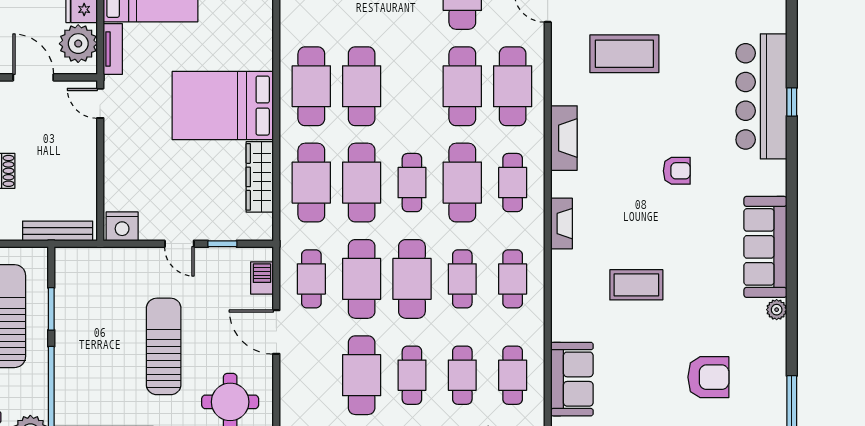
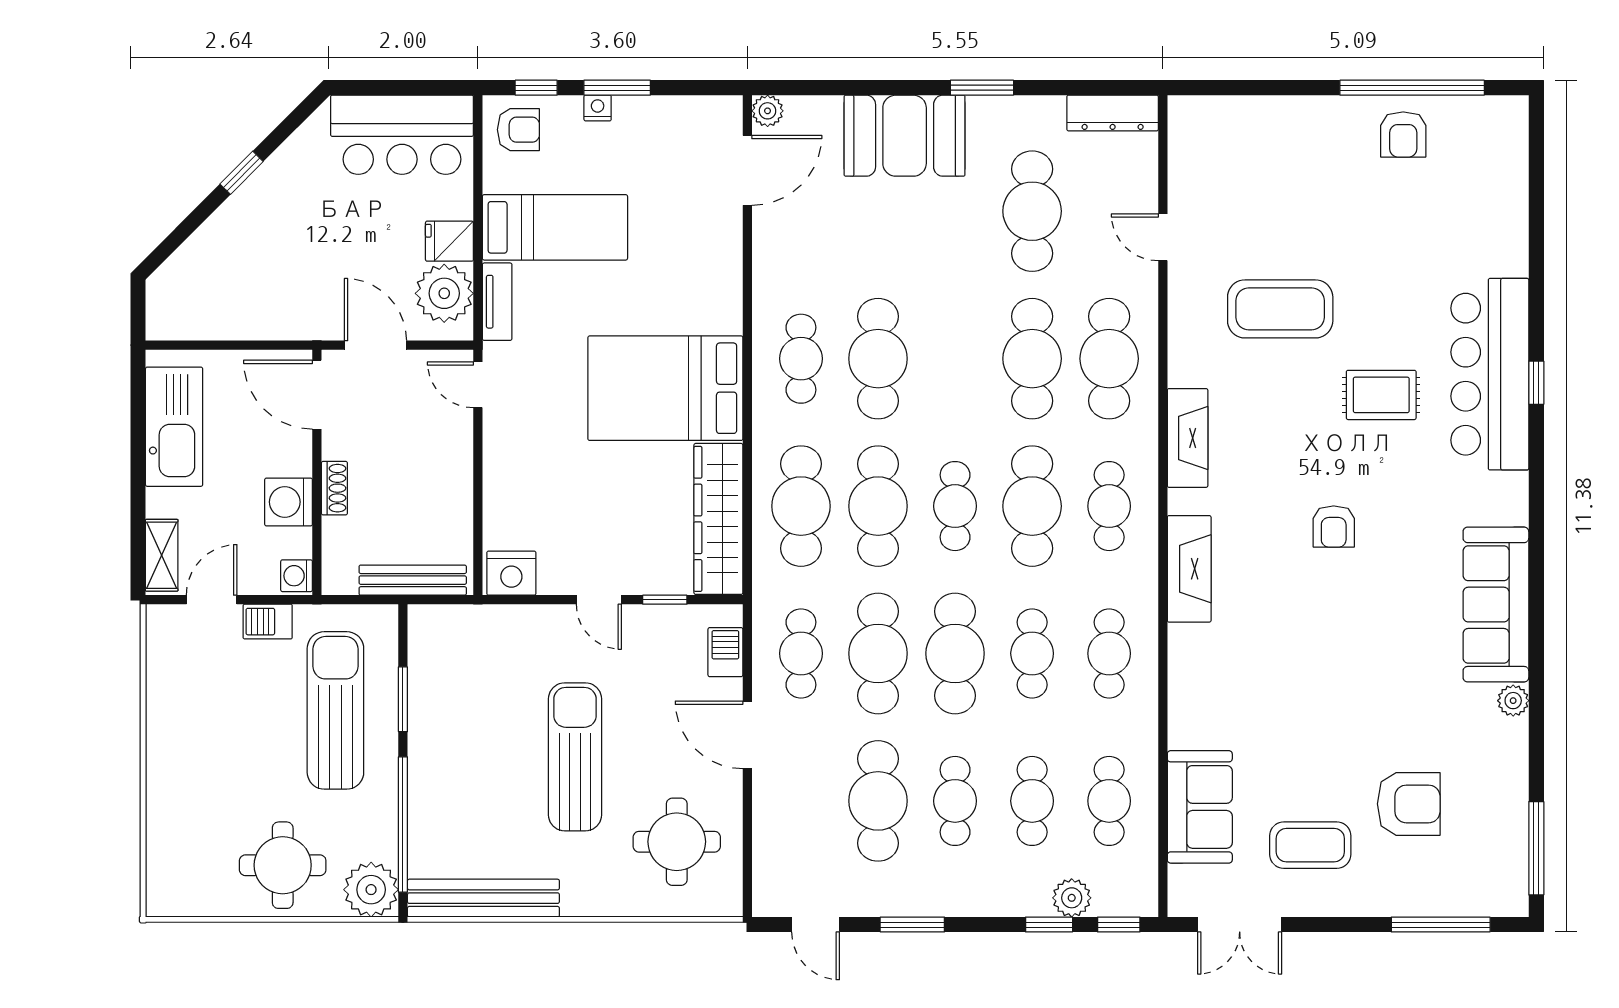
cafe table: (311, 86) -> (801, 359), width x0.73, depth x0.74
rug: (690, 110) -> (1381, 395), added
armchair: (677, 171) -> (1334, 526), moved, turned 90
wardrobe: (260, 177) -> (718, 519), width x1.40, depth x1.17
fireplace: (561, 224) -> (1189, 569), width x1.37, depth x1.32
coffee table: (636, 285) -> (1310, 845), moved

